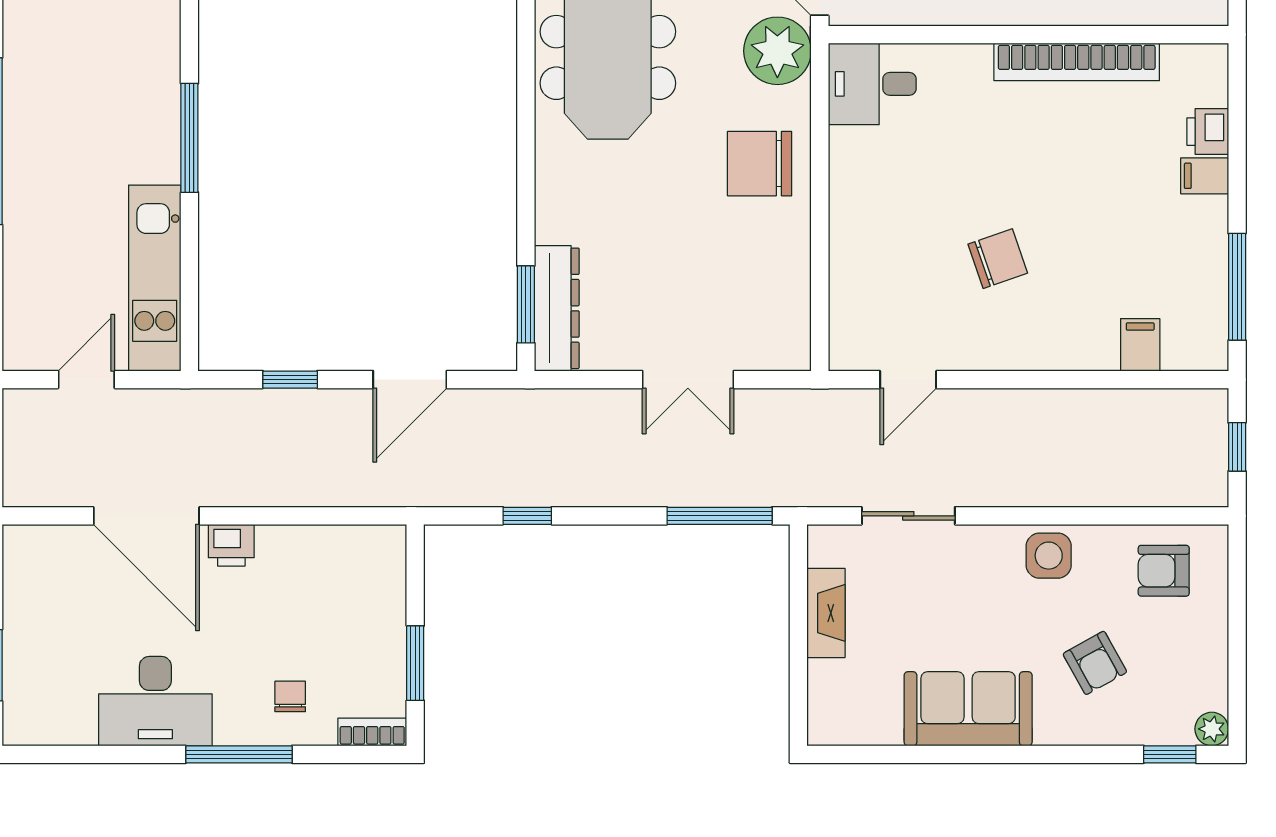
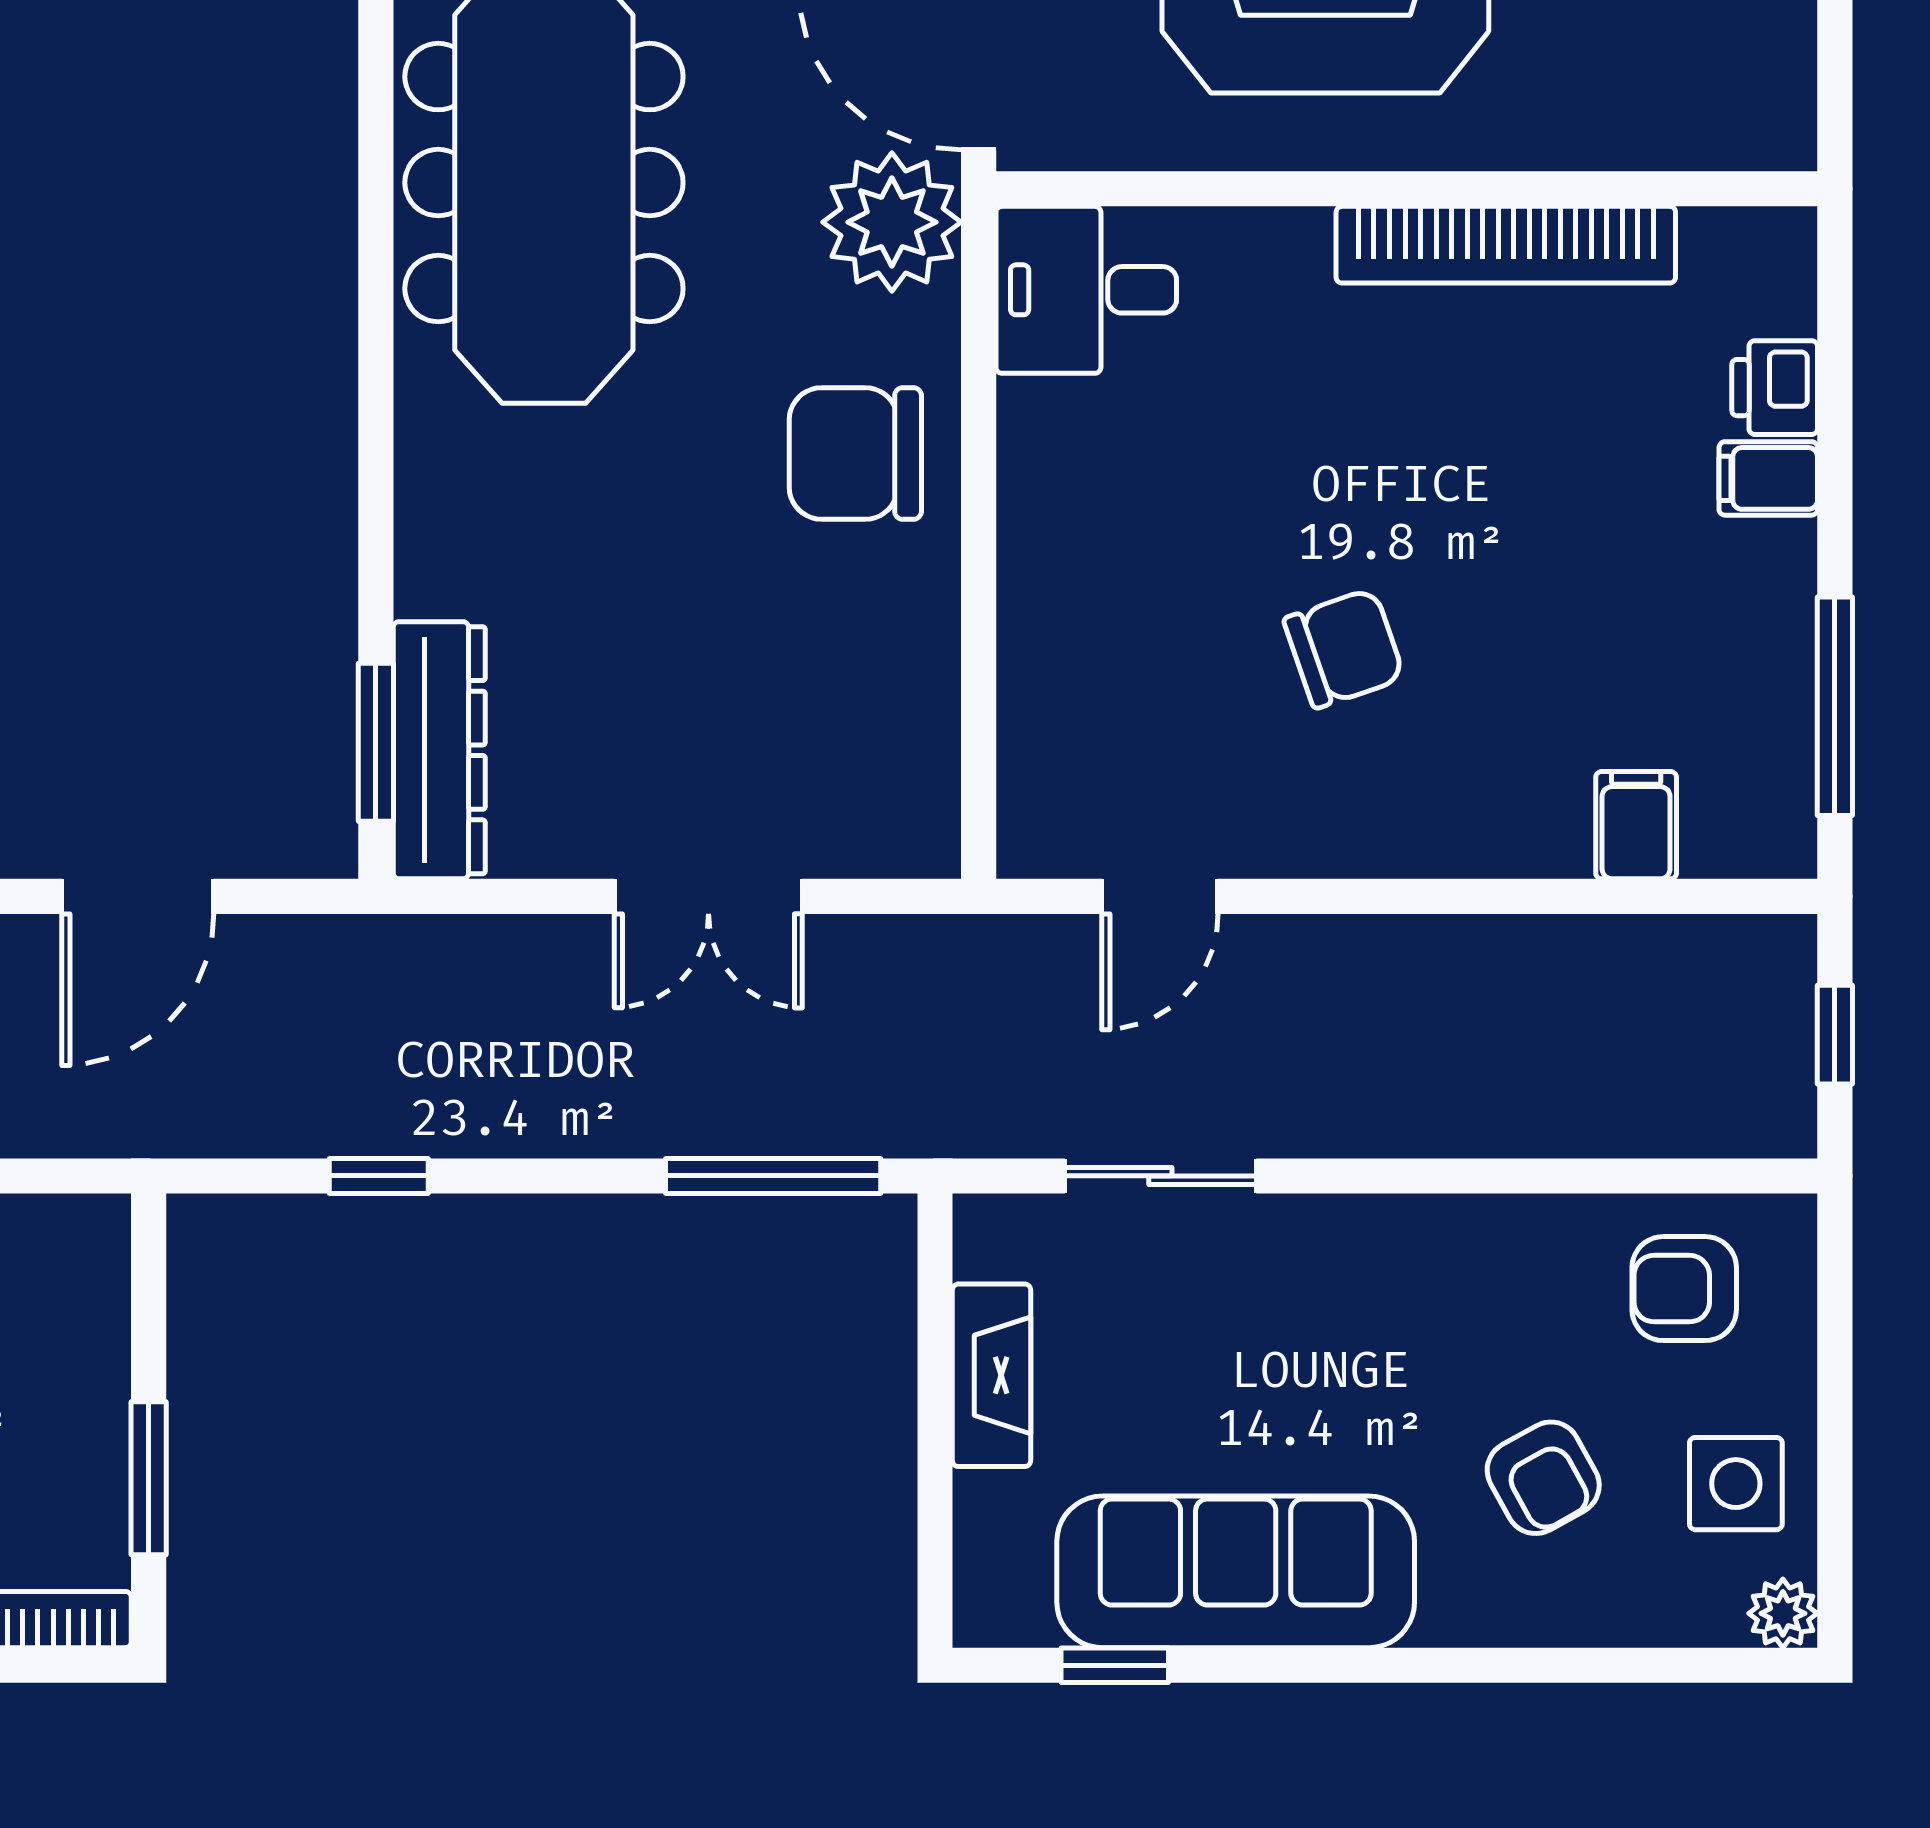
side table: (1049, 556) -> (1736, 1484), moved
sofa: (968, 709) -> (1236, 1572), width x1.36
window: (1170, 754) -> (1115, 1665), moved

